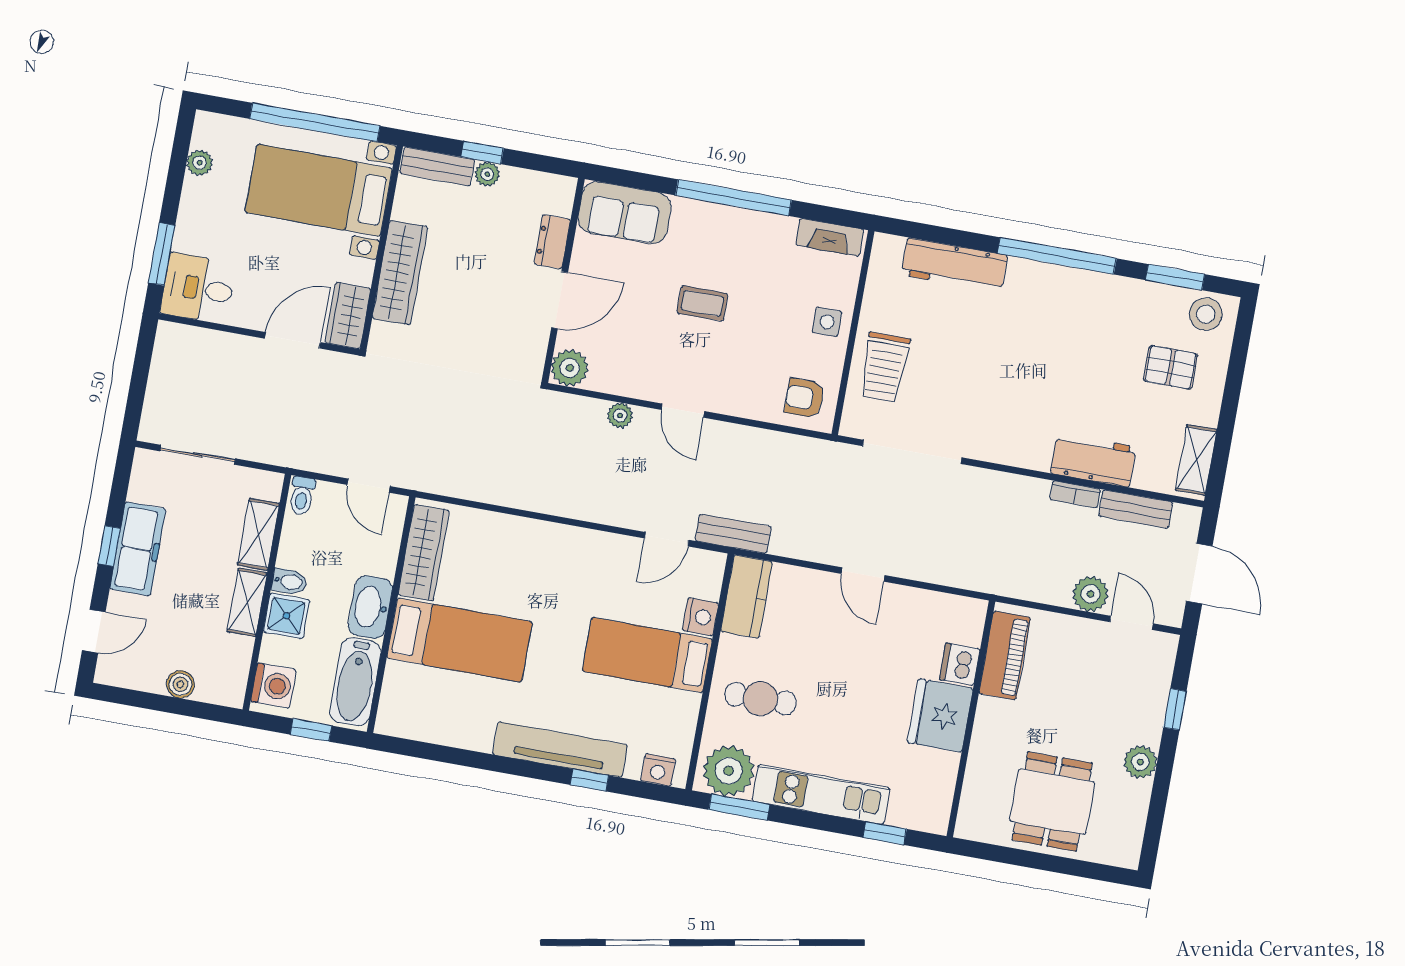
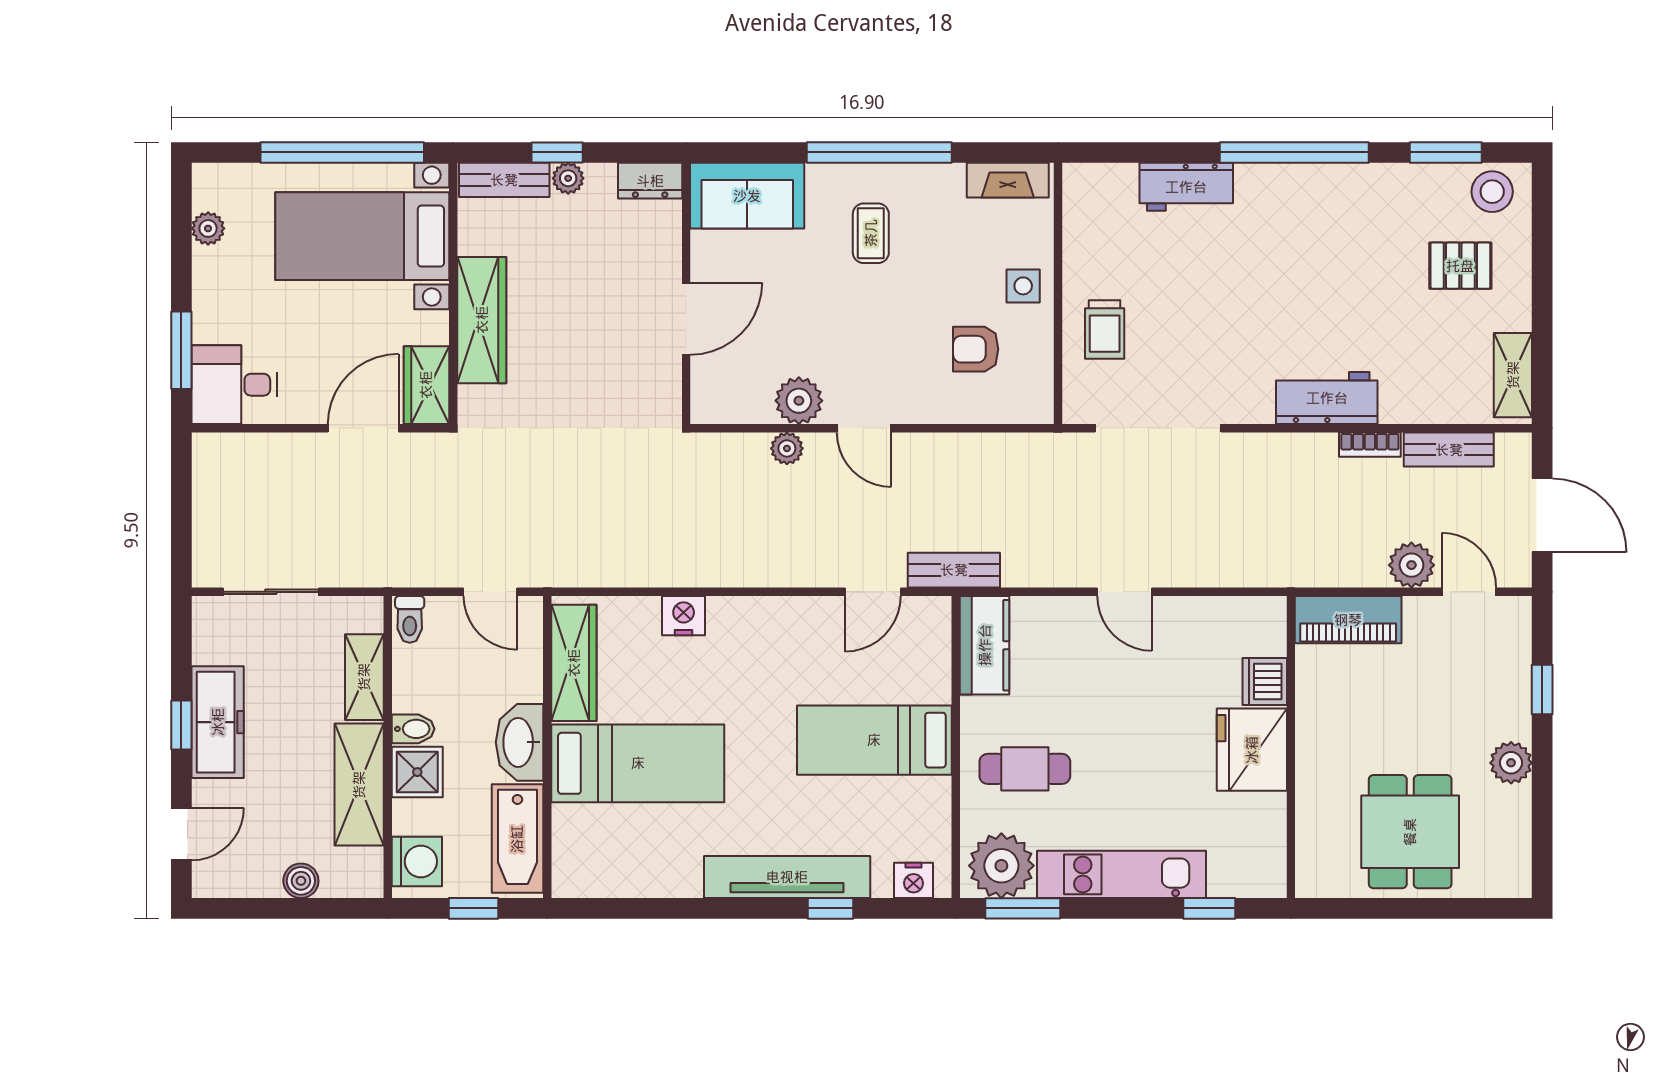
dresser: (552, 242) -> (650, 181), moved, turned -90
workbench: (954, 265) -> (1186, 187), width x0.73
coffee table: (702, 303) -> (871, 233), moved, turned 90
trolley: (884, 367) -> (1105, 329), width x0.73, depth x0.72
plant: (570, 368) -> (799, 401), moved
armchair: (804, 398) -> (976, 349), moved
workbench: (1093, 460) -> (1327, 398), moved
shelving: (247, 602) -> (359, 785), width x1.50, depth x1.33
nightstand: (700, 617) -> (684, 616), moved, turned -90
piano: (1005, 655) -> (1348, 620), moved, turned 90

